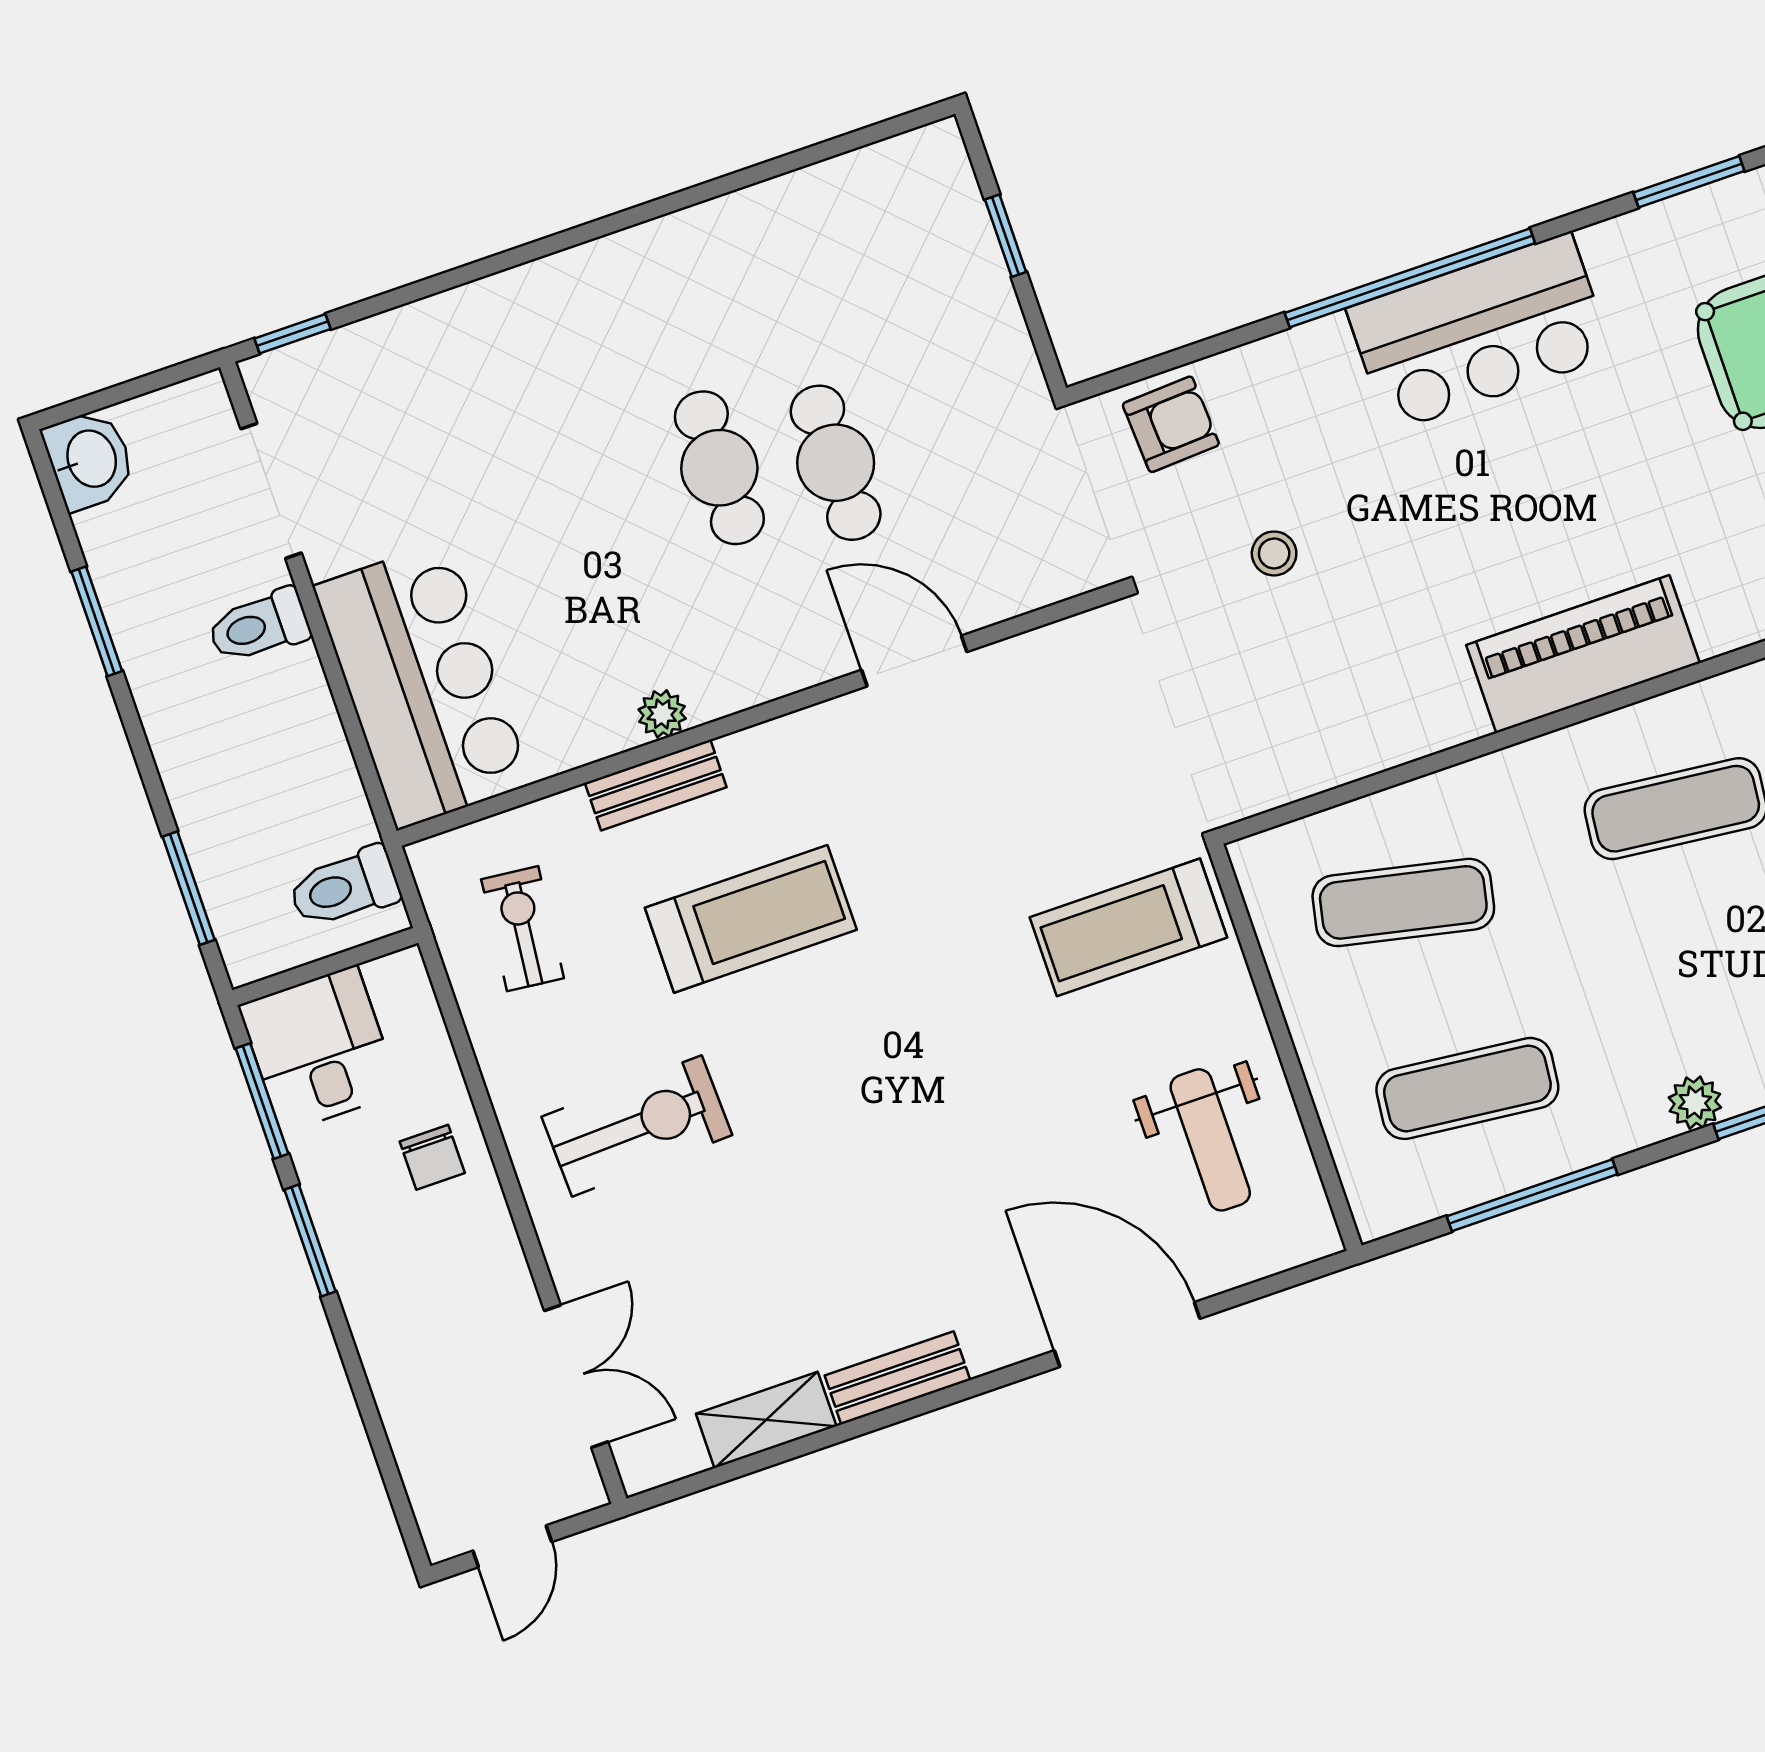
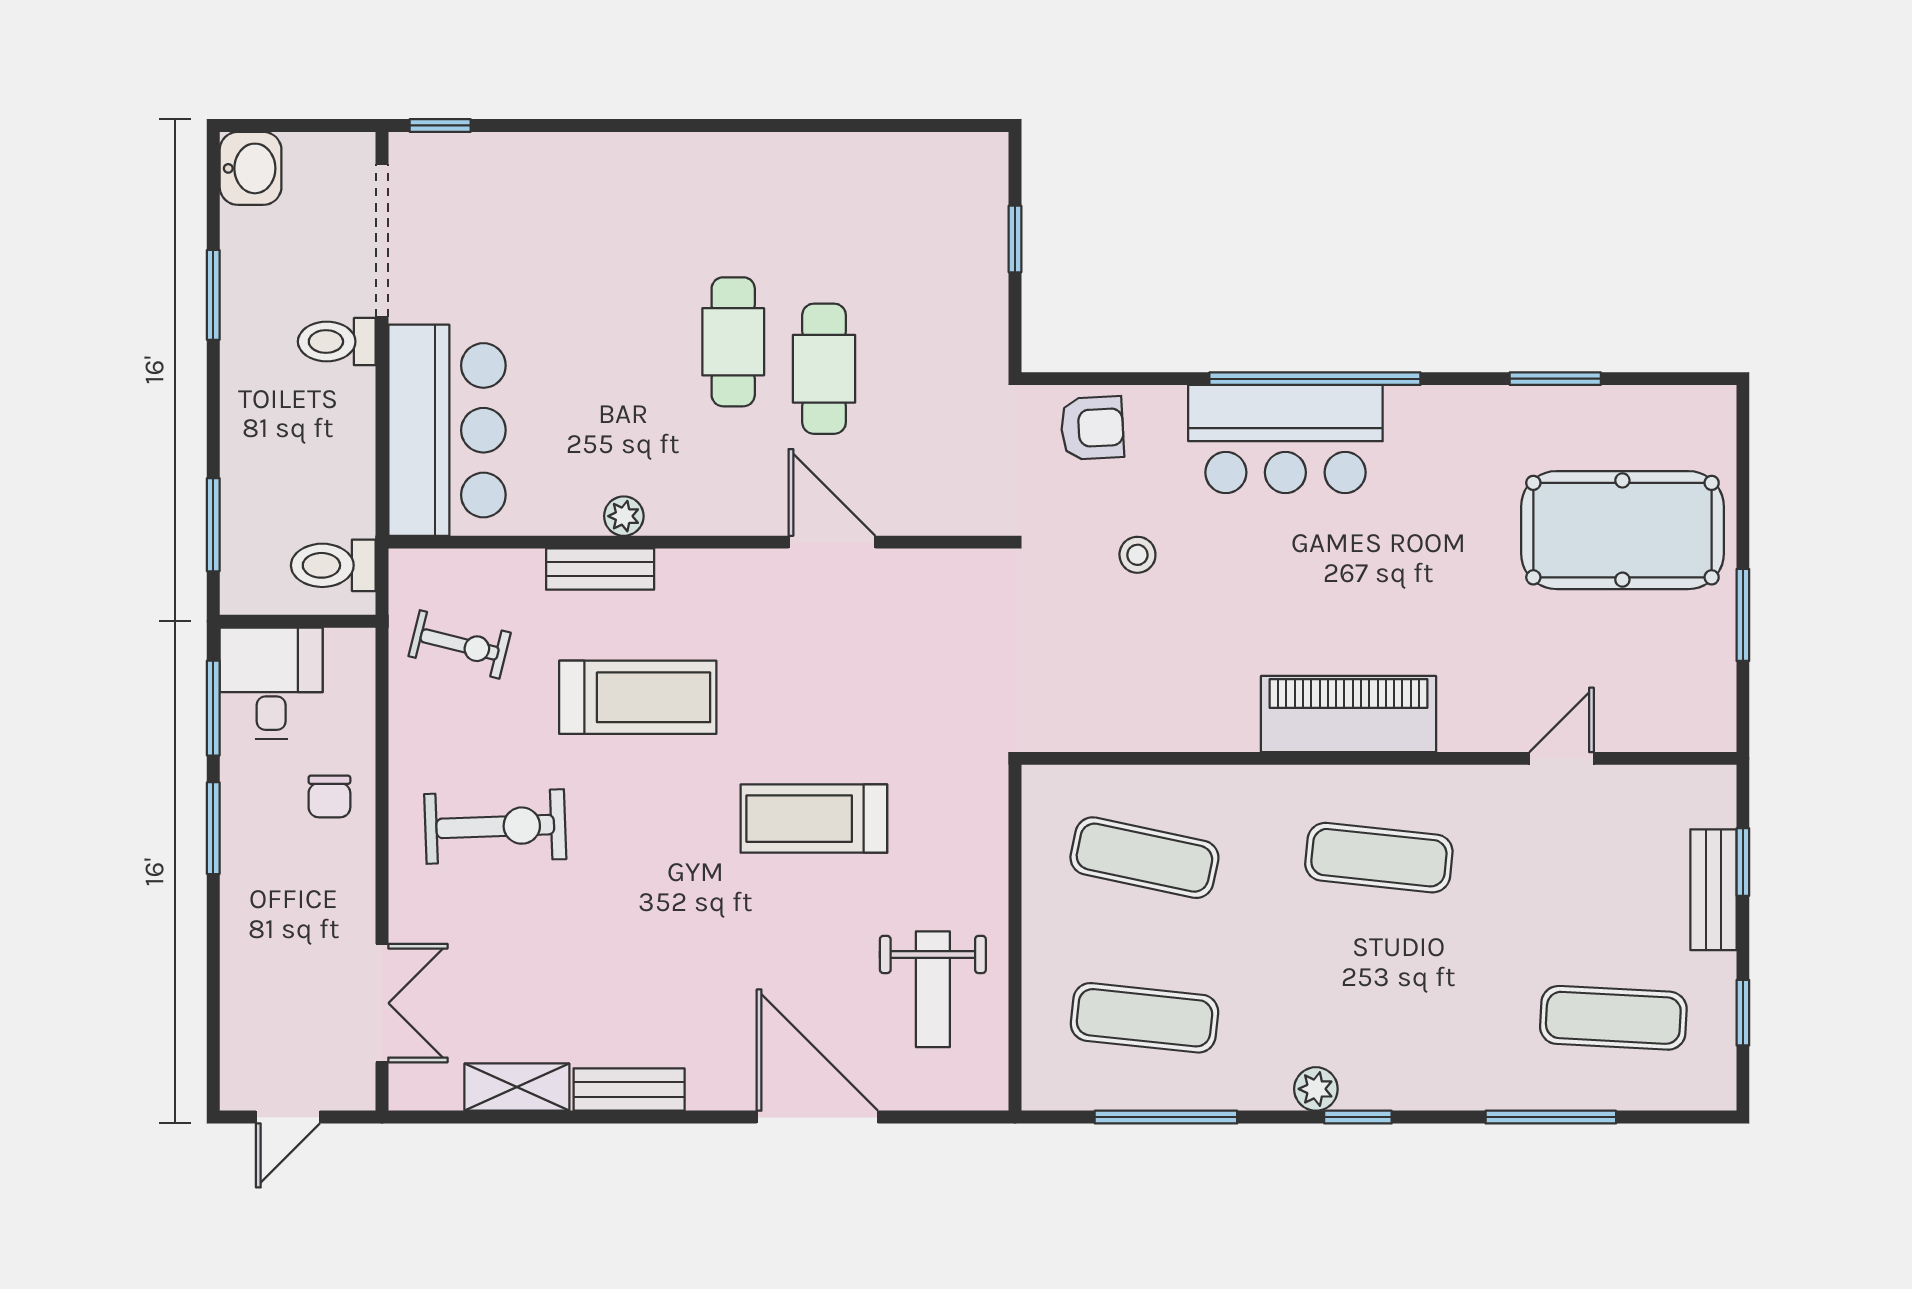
bar counter: (1480, 332) -> (1285, 439), moved
doorway: (271, 491) -> (382, 241), width x1.36
treadmill: (1128, 927) -> (814, 819), moved
exercise bike: (523, 929) -> (460, 644), turned 98

